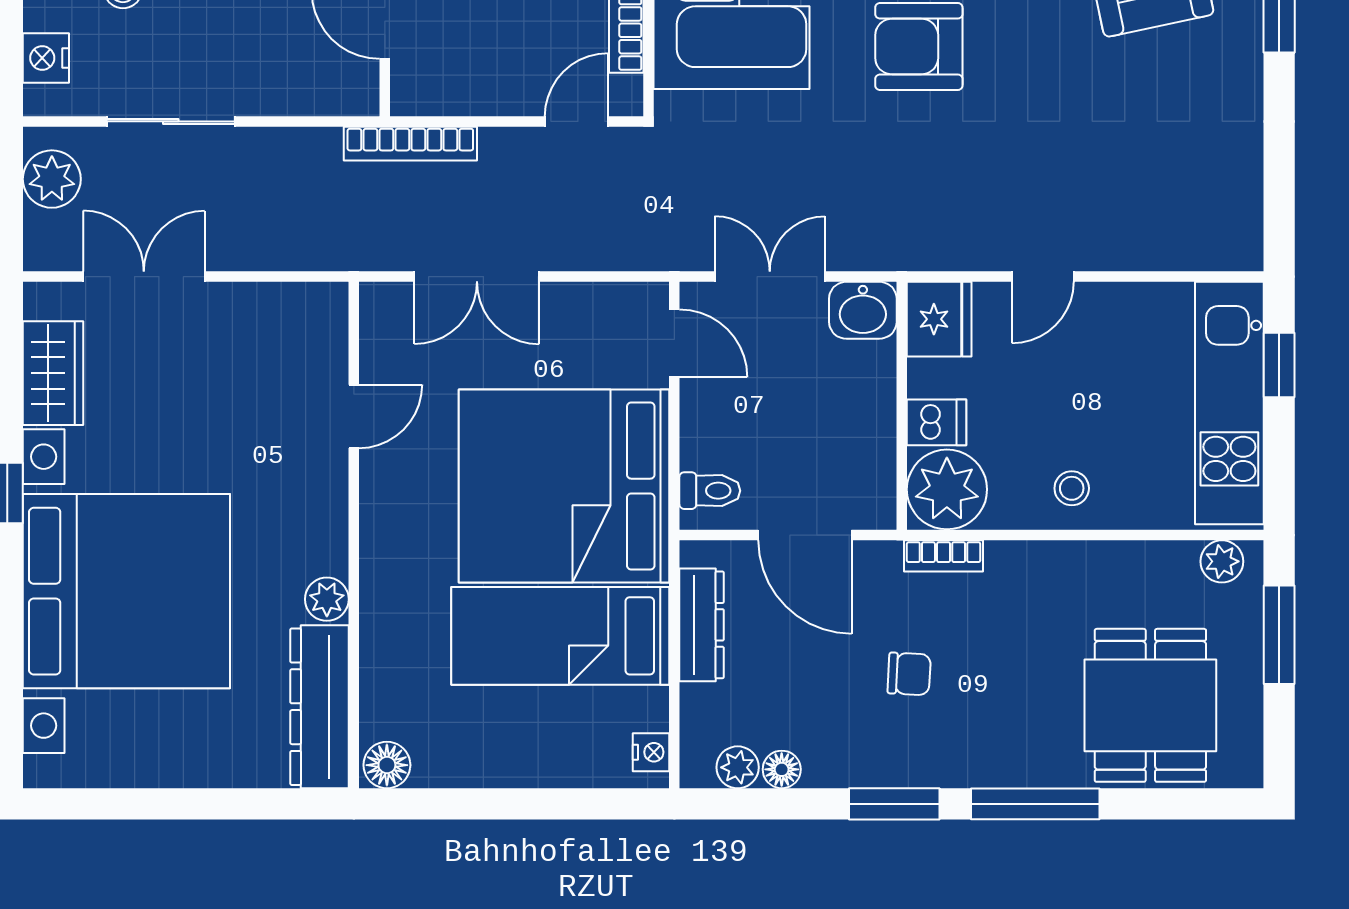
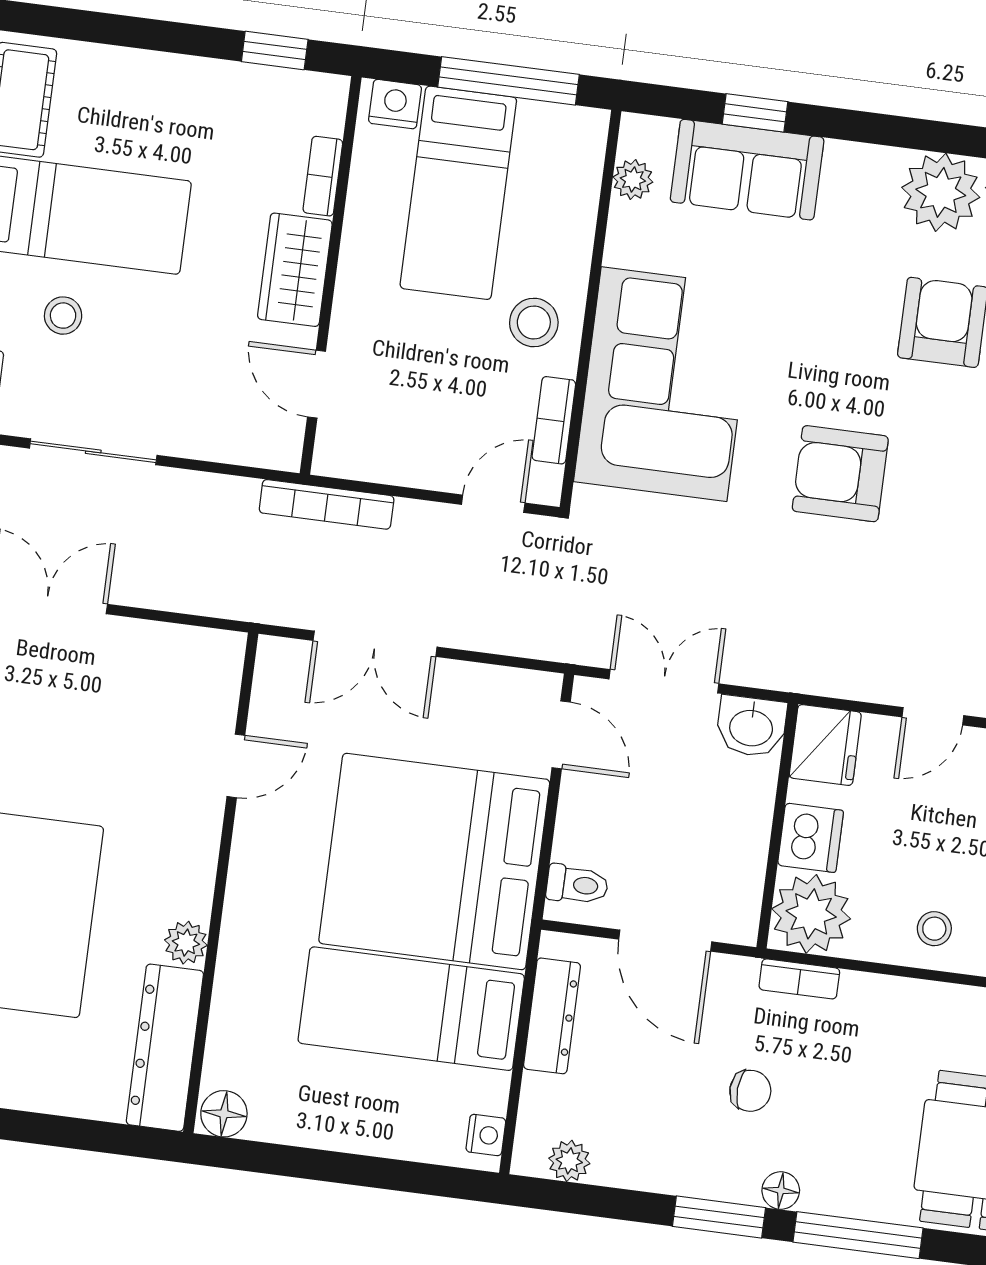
dishwasher: (936, 422) -> (811, 838), width x1.38
floor lamp: (782, 769) -> (781, 1191), moved

